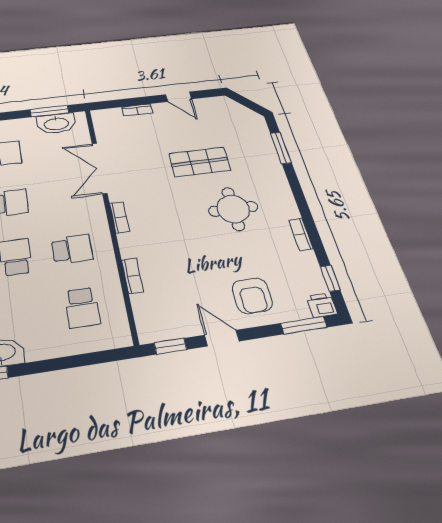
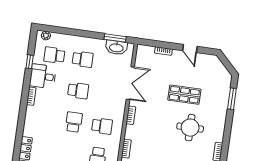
double door: (99, 168) -> (130, 83), swing flipped

